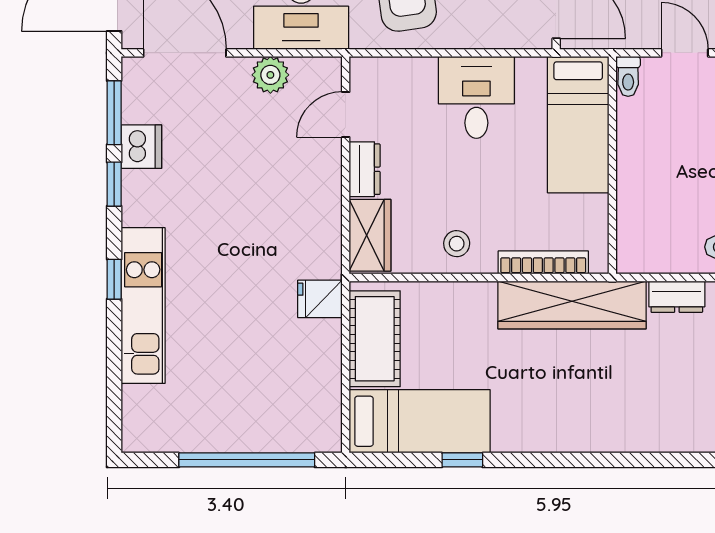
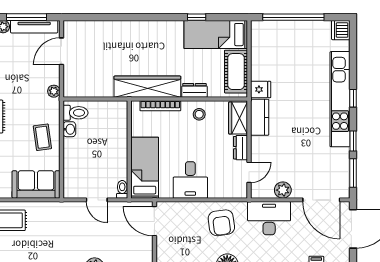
dishwasher: (141, 147) -> (341, 30), moved
kitchen counter: (322, 237) -> (260, 117), added
dresser: (677, 297) -> (194, 90), moved
kitchen unit: (143, 306) -> (340, 99), width x1.36

